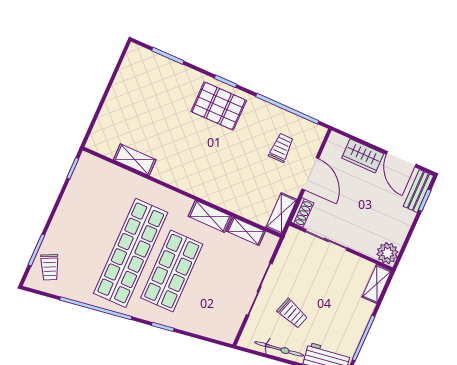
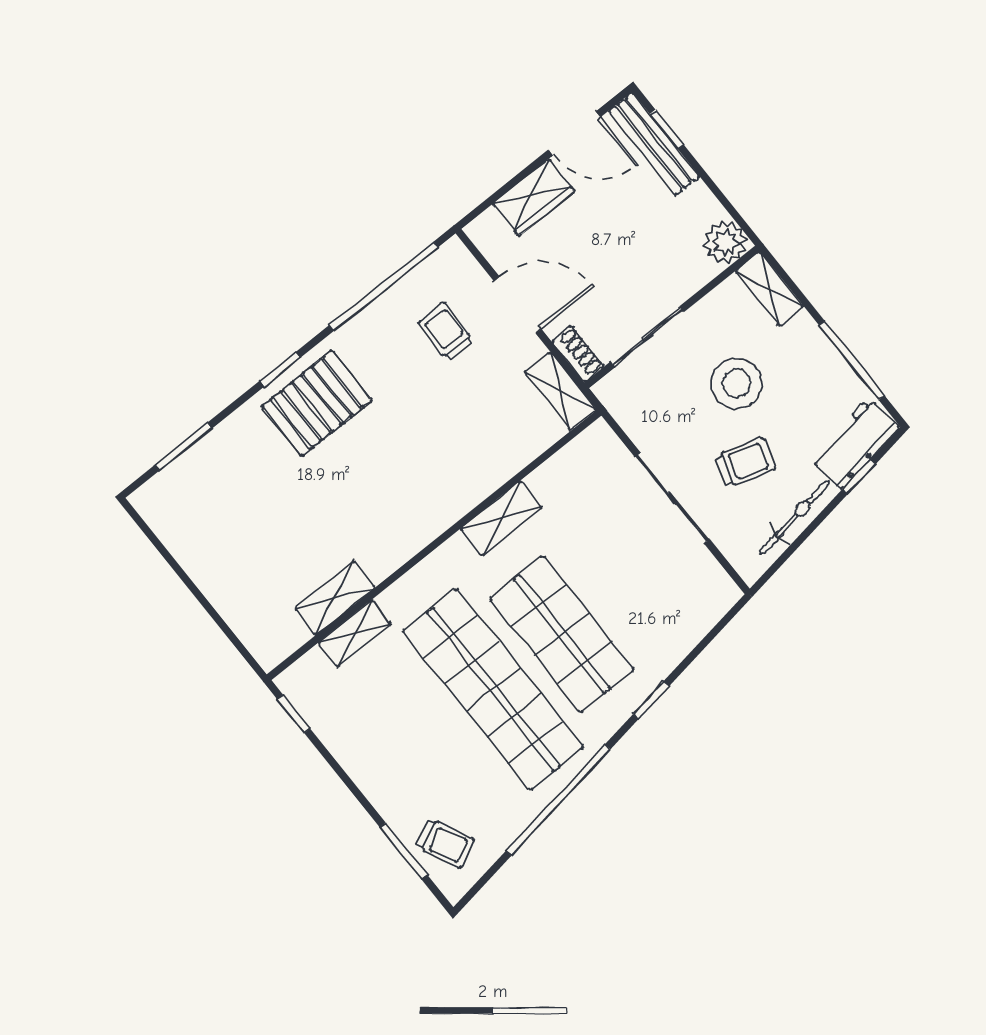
bench: (418, 191) -> (654, 144), width x1.36
shelving: (246, 231) -> (355, 633), moved
stool: (326, 291) -> (736, 383), added

